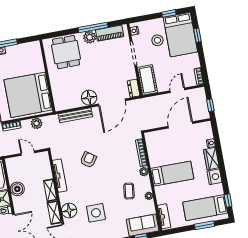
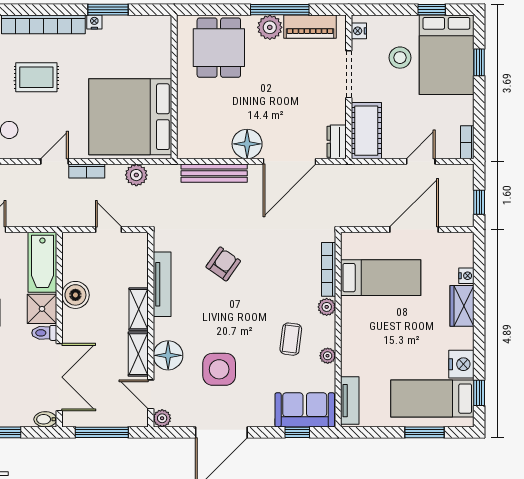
bed: (172, 174) -> (381, 278), moved
nightstand: (214, 177) -> (461, 364), moved

